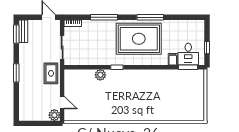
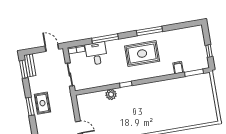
rug: (139, 39) -> (142, 54), width x0.73, depth x0.69
desk: (188, 54) -> (96, 53), moved, turned 180
rug: (51, 73) -> (42, 103), moved

